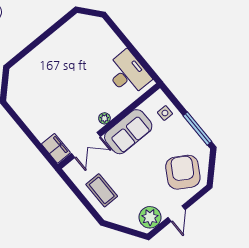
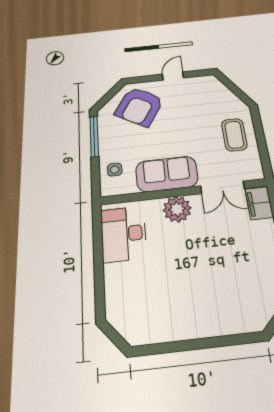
plant: (104, 118) -> (177, 209), width x1.87, depth x1.87
double door: (86, 145) -> (222, 187), swing flipped
plant: (150, 217) -> (201, 86), removed

